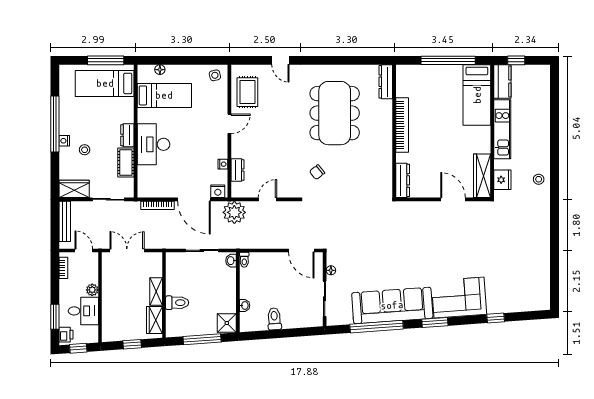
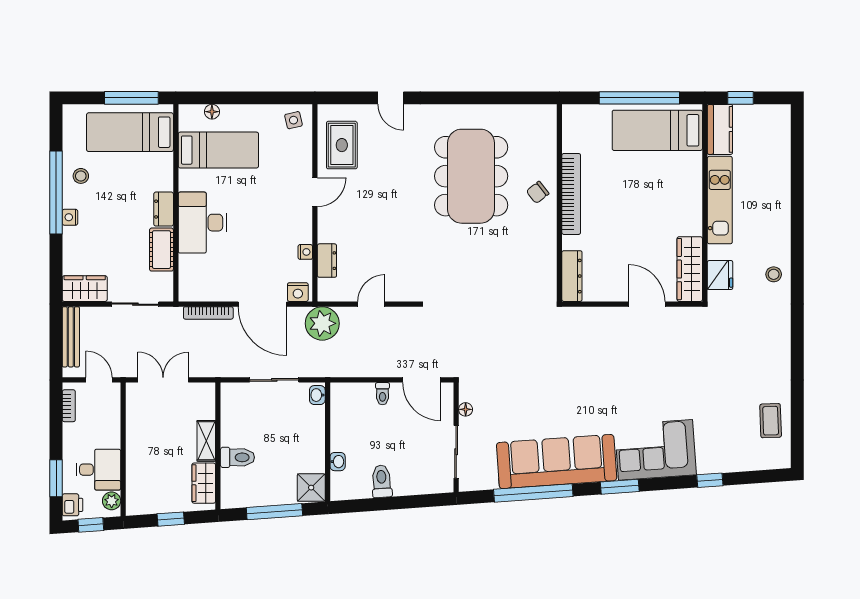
dresser: (386, 82) -> (547, 130), removed
bed: (477, 95) -> (657, 130), moved, turned 90
stool: (85, 150) -> (81, 176), moved
chair: (317, 172) -> (538, 192), moved
toilet: (244, 260) -> (383, 394), moved
coffee table: (537, 278) -> (771, 421), added
plant: (92, 290) -> (112, 501), moved

